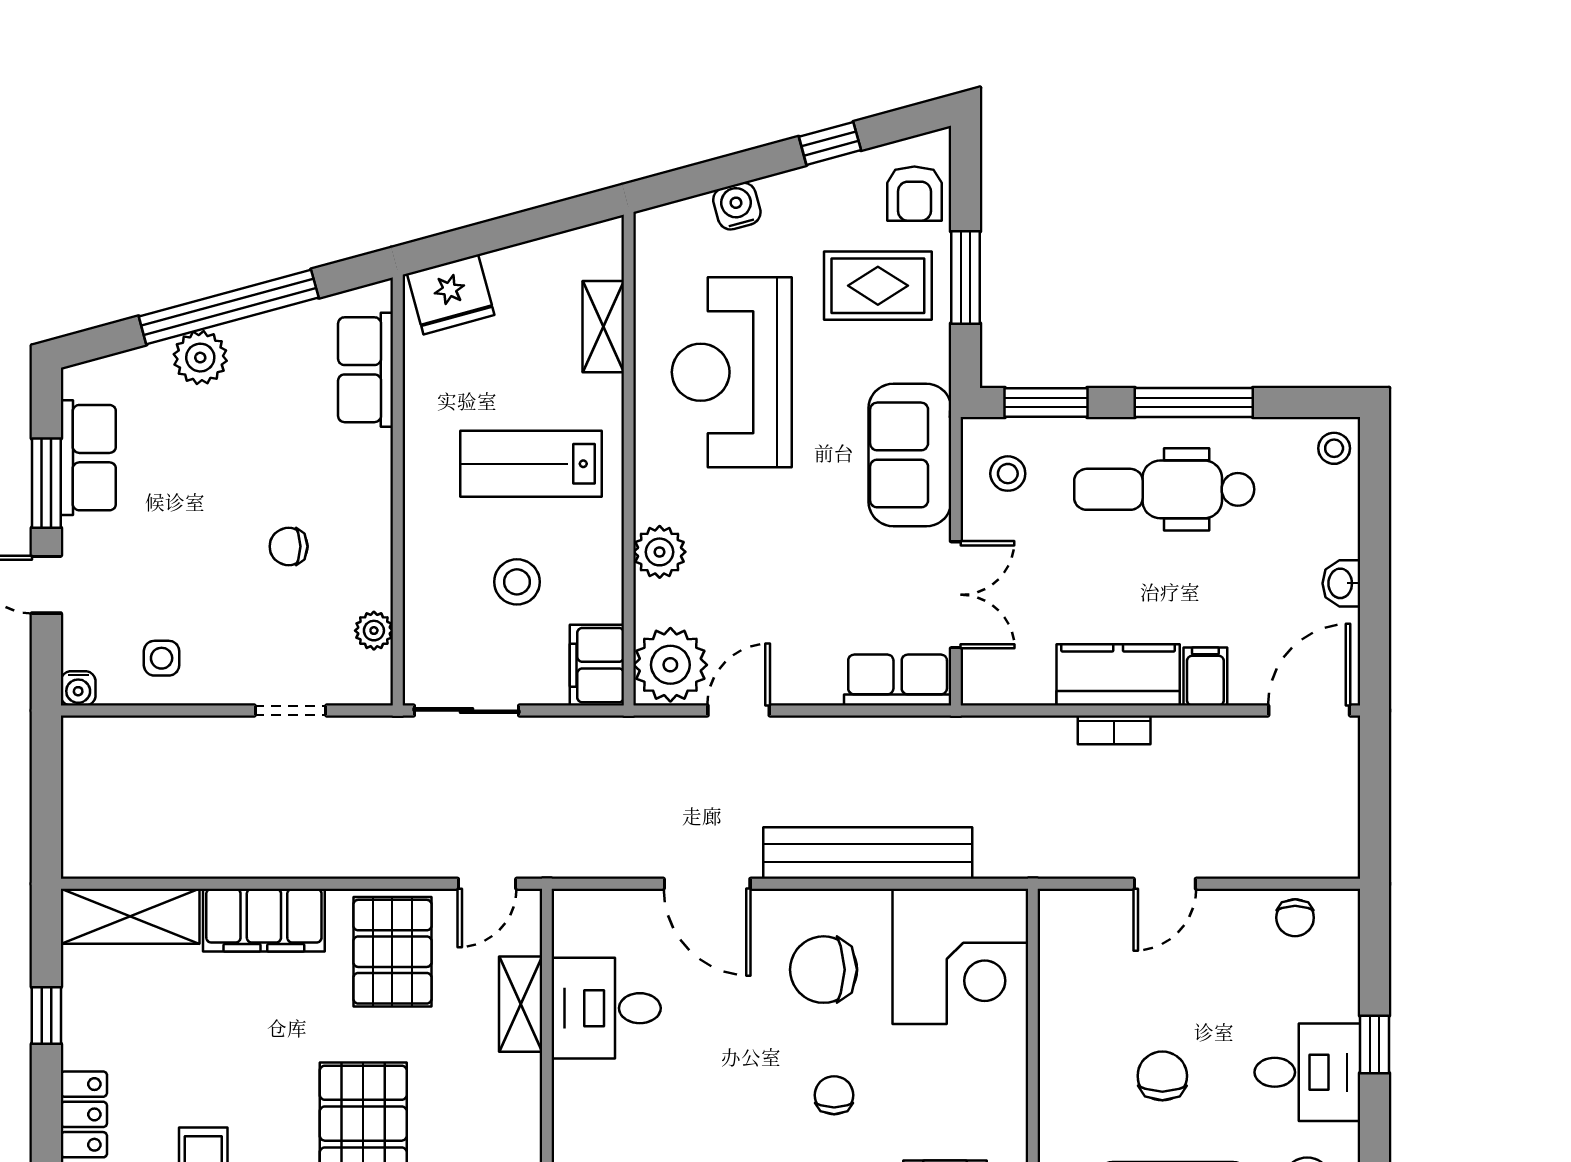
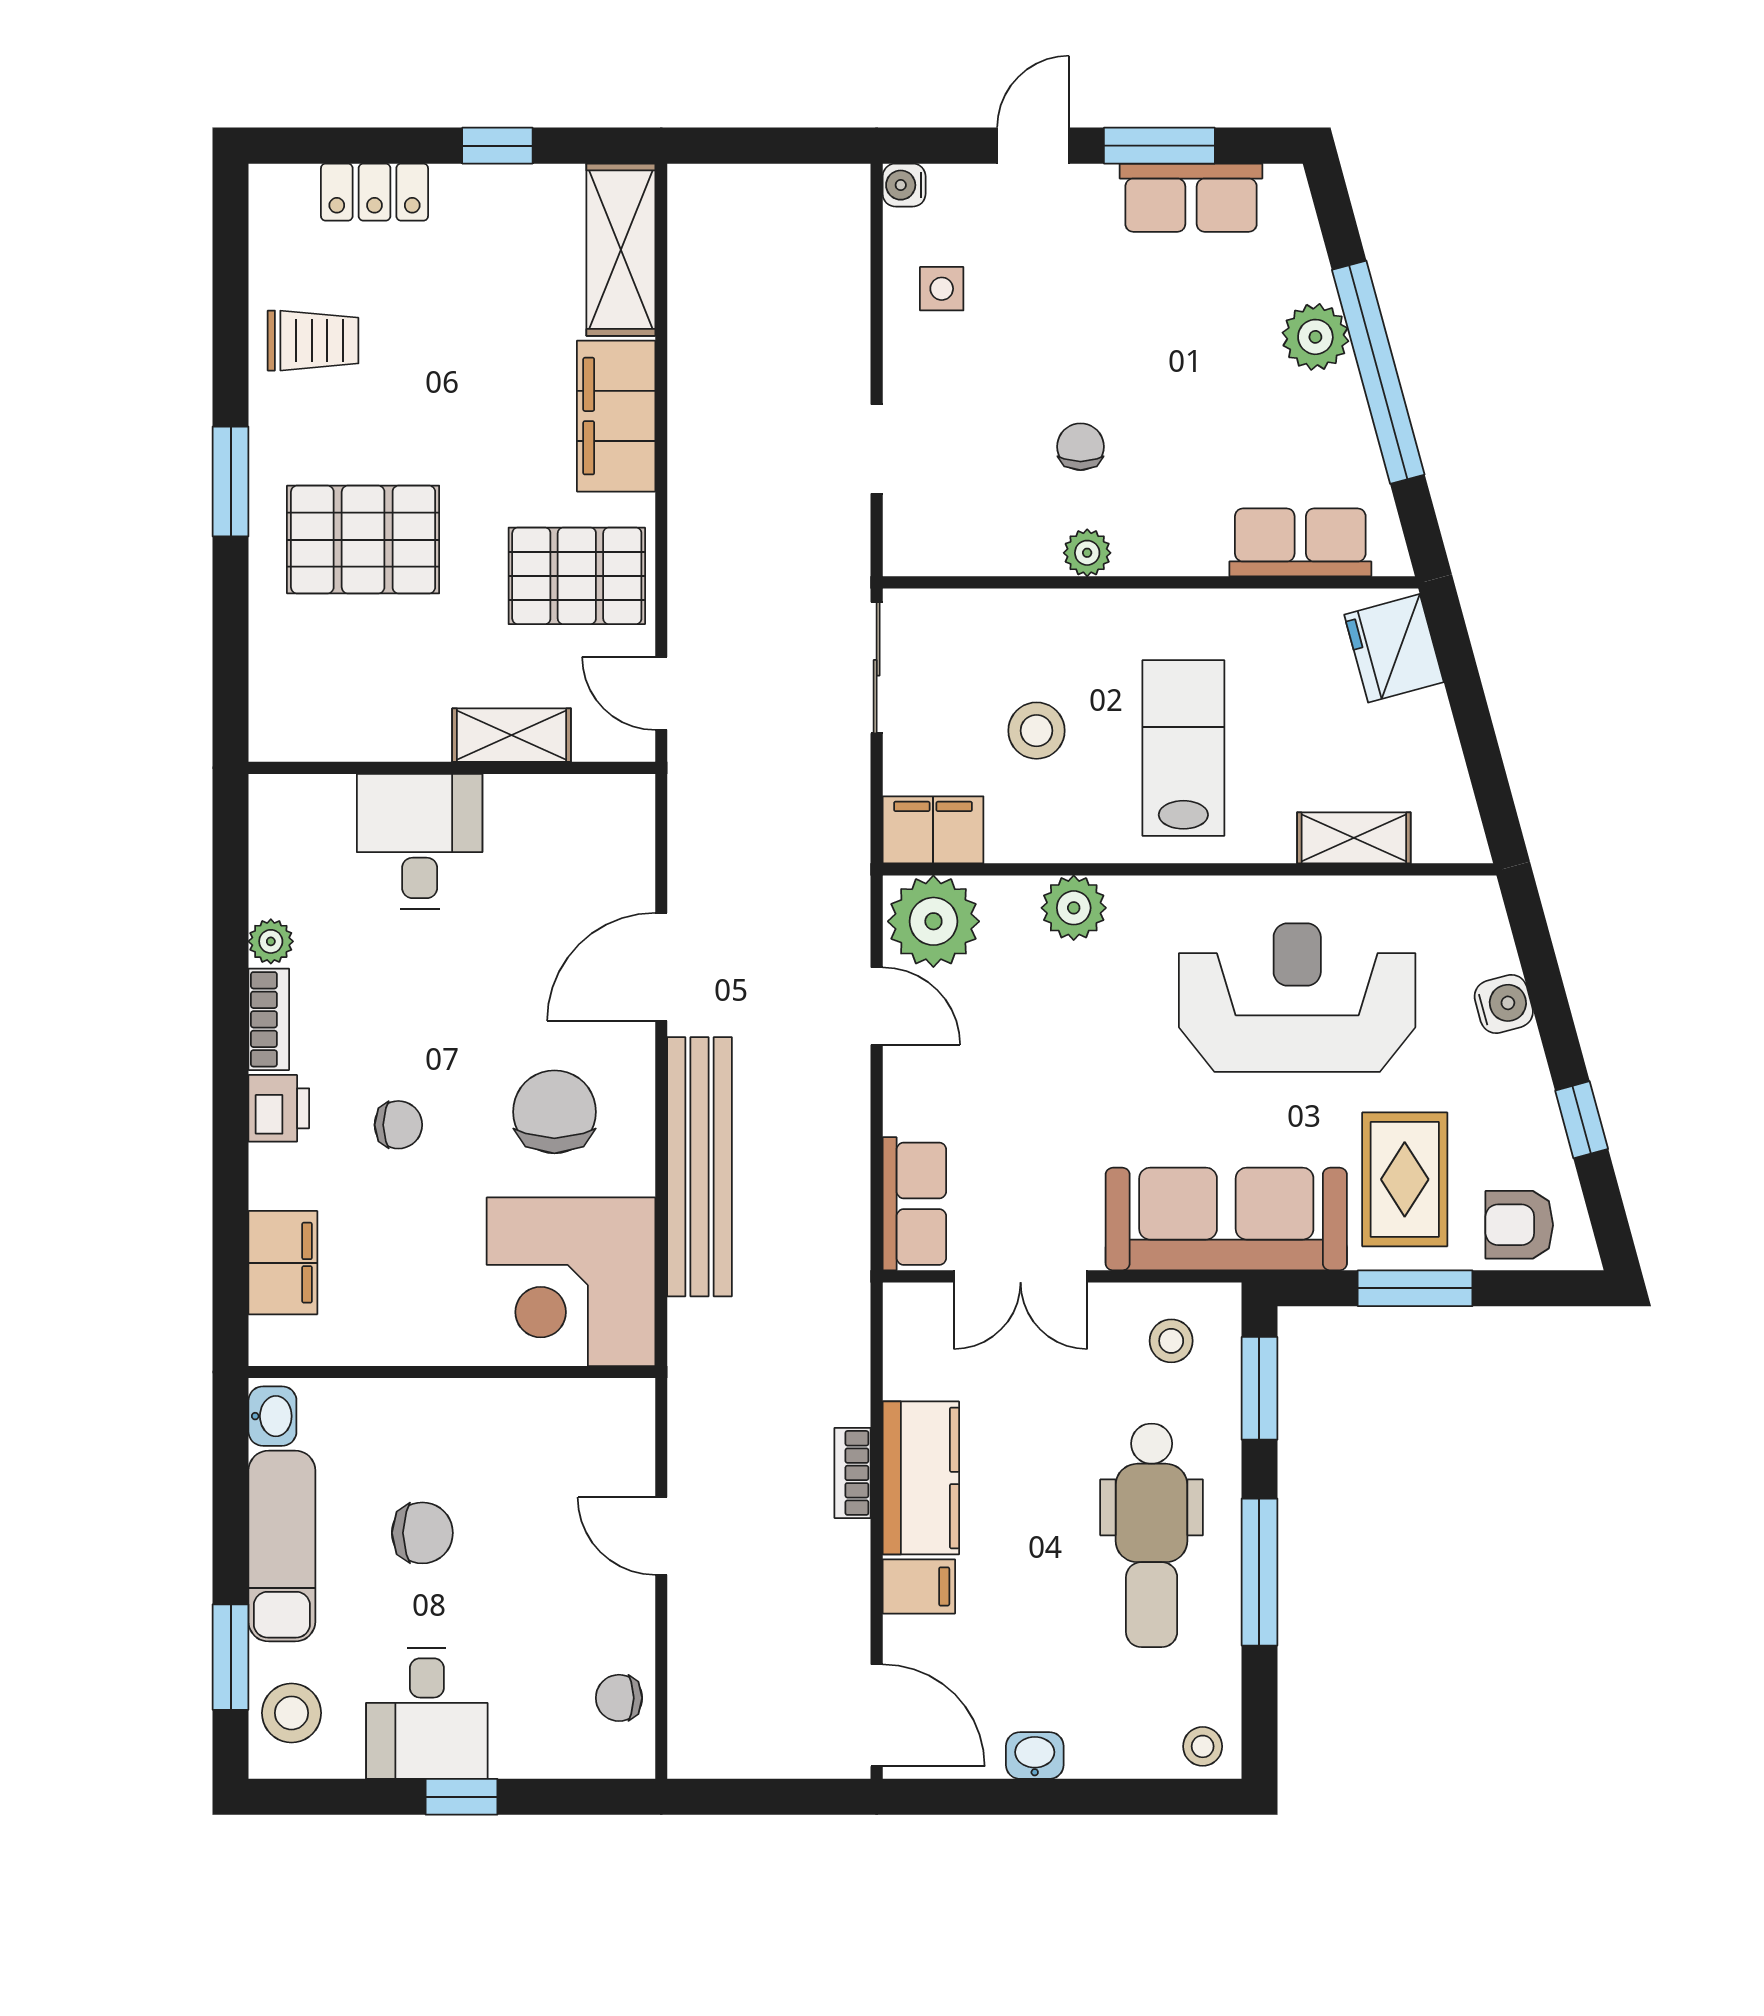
sofa: (910, 455) -> (1226, 1219), width x1.36
dental chair: (1164, 489) -> (1152, 1535), turned 180
plant: (374, 631) -> (1087, 553), moved
desk: (606, 1008) -> (420, 841), moved

